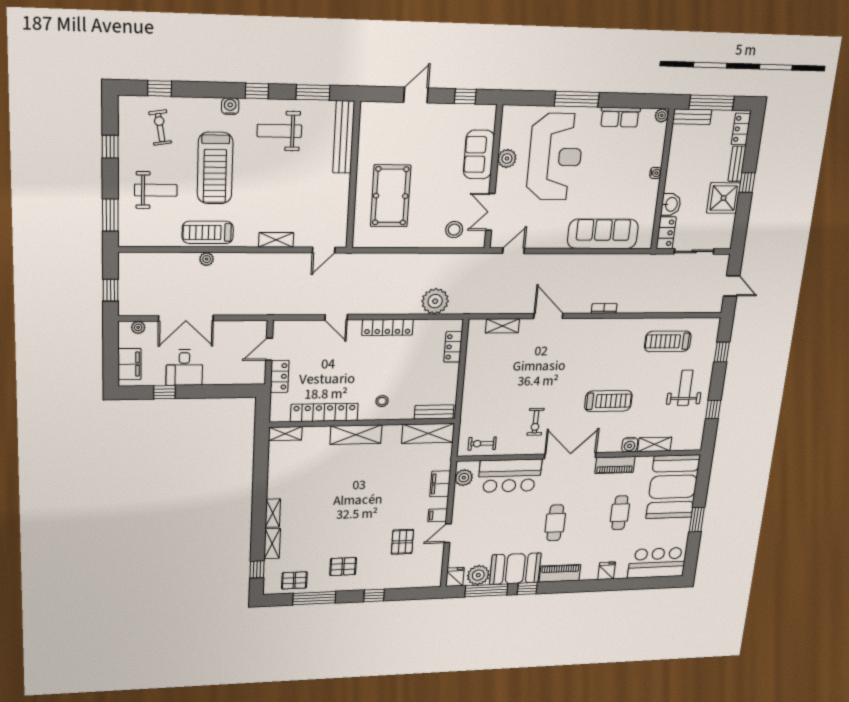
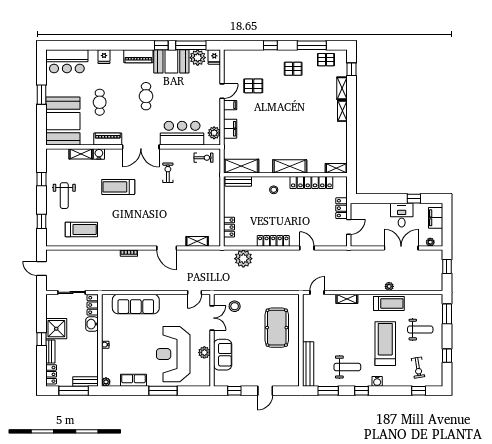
weight bench: (156, 190) -> (420, 330), turned 180
pallet: (402, 542) -> (253, 86), turned 90

